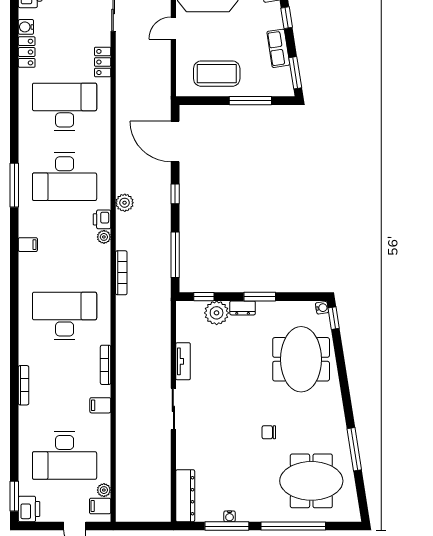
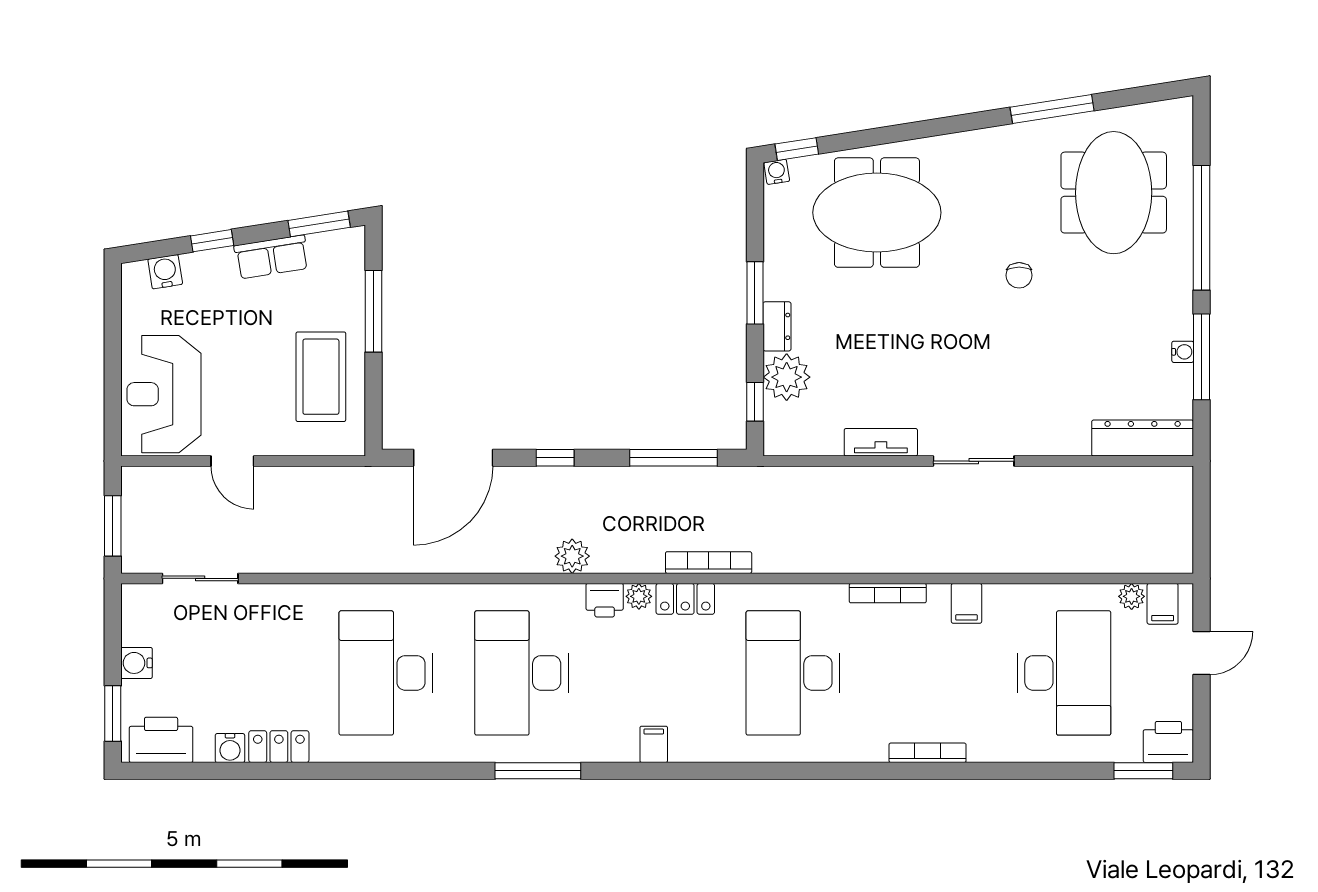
locker: (103, 62) -> (685, 599), moved
desk: (65, 177) -> (521, 673), turned 180

